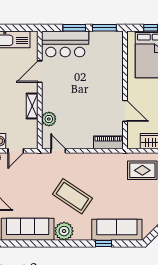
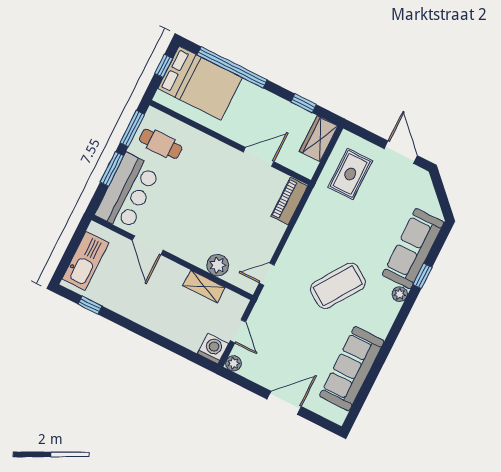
cafe table: (104, 49) -> (161, 144), added
shelving: (32, 106) -> (204, 286), moved
plant: (64, 231) -> (400, 294), moved, width x0.53, depth x0.53

